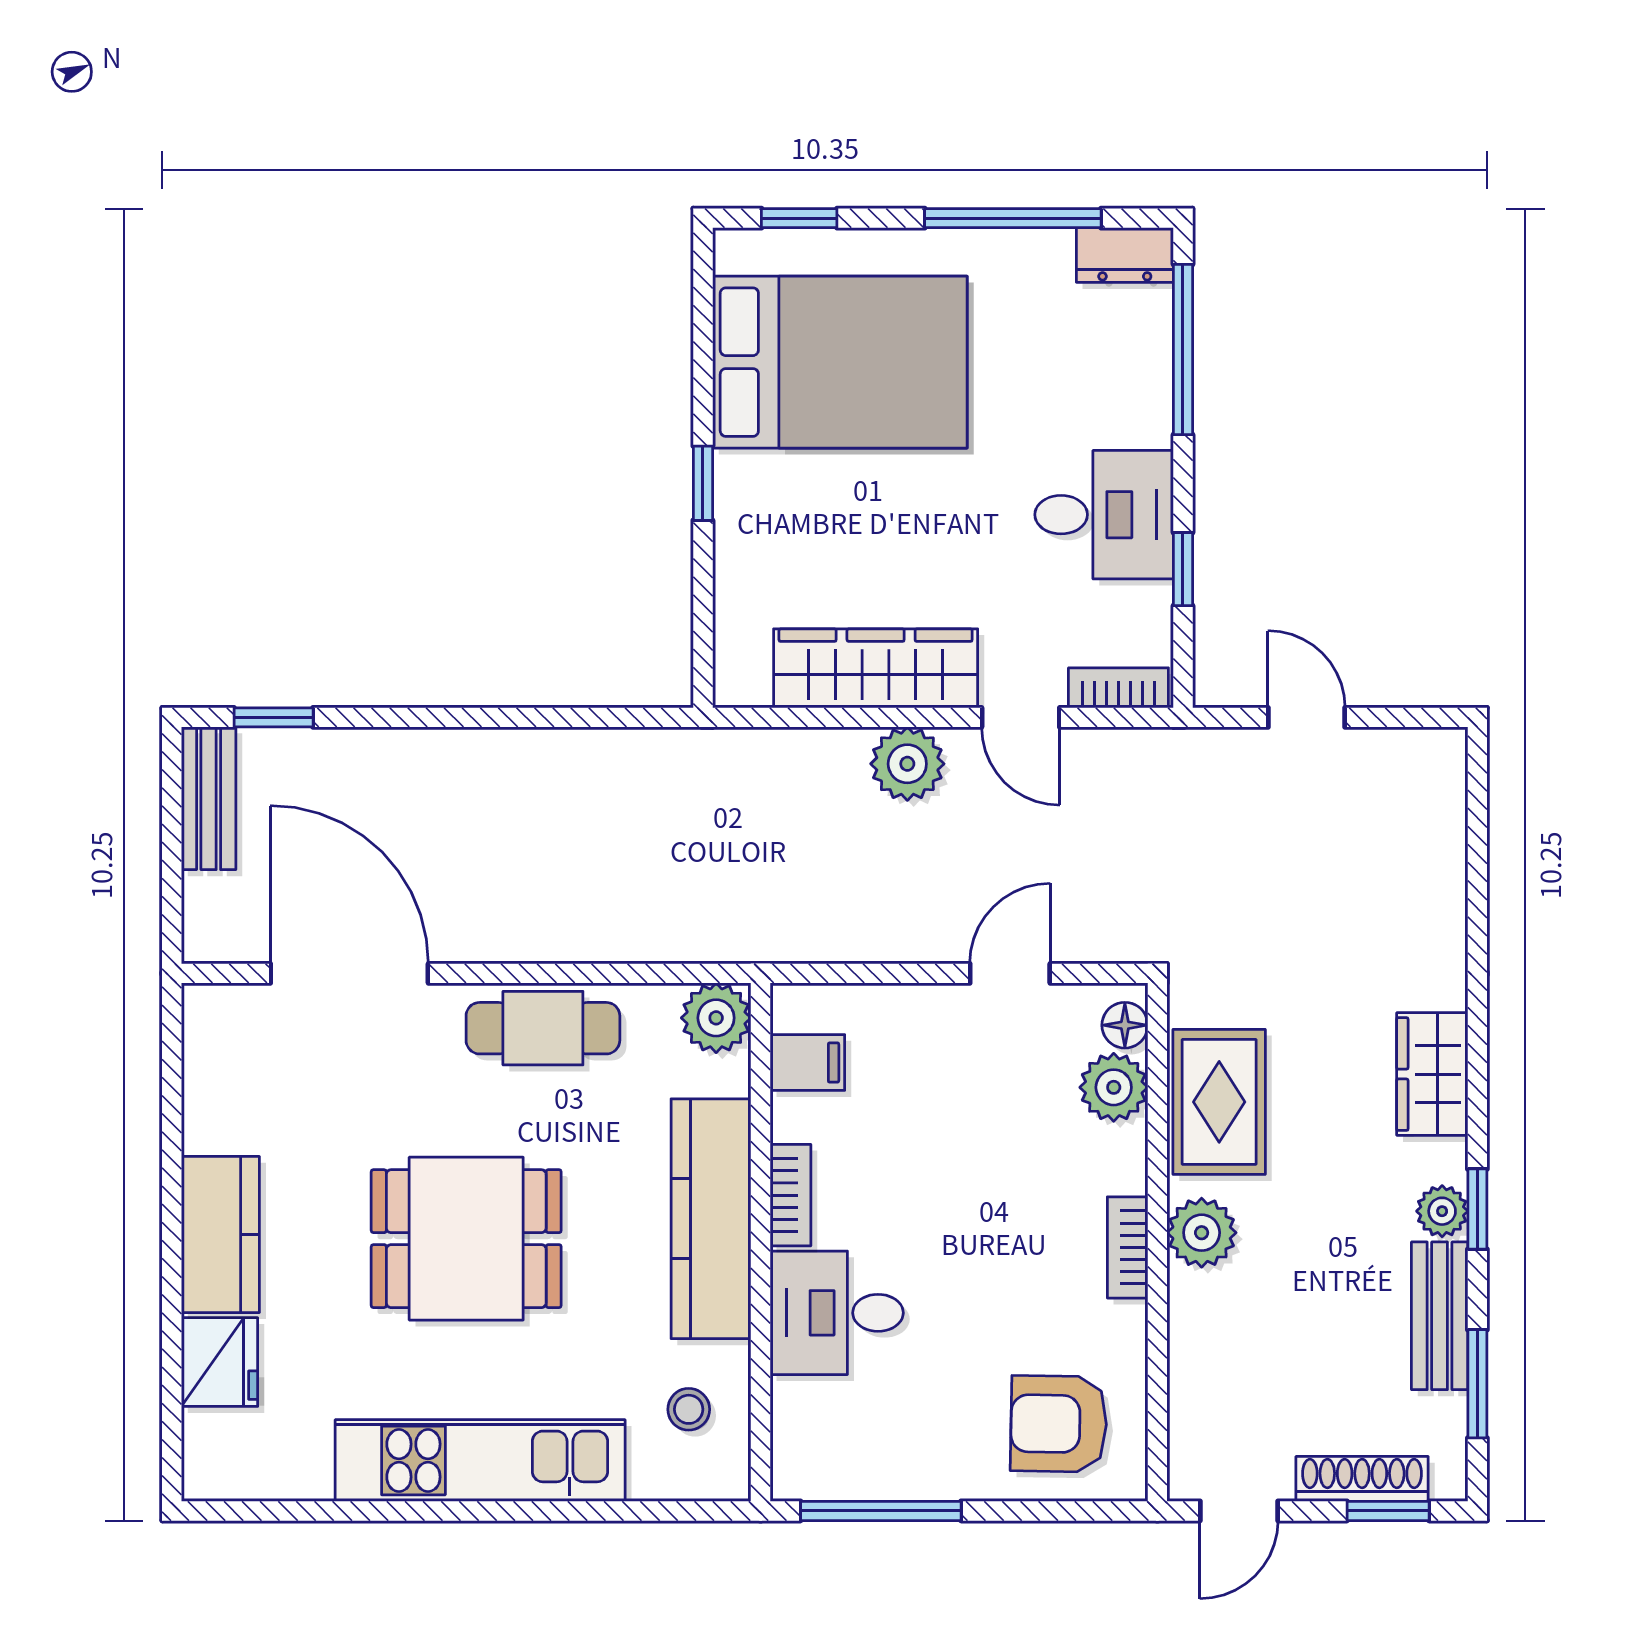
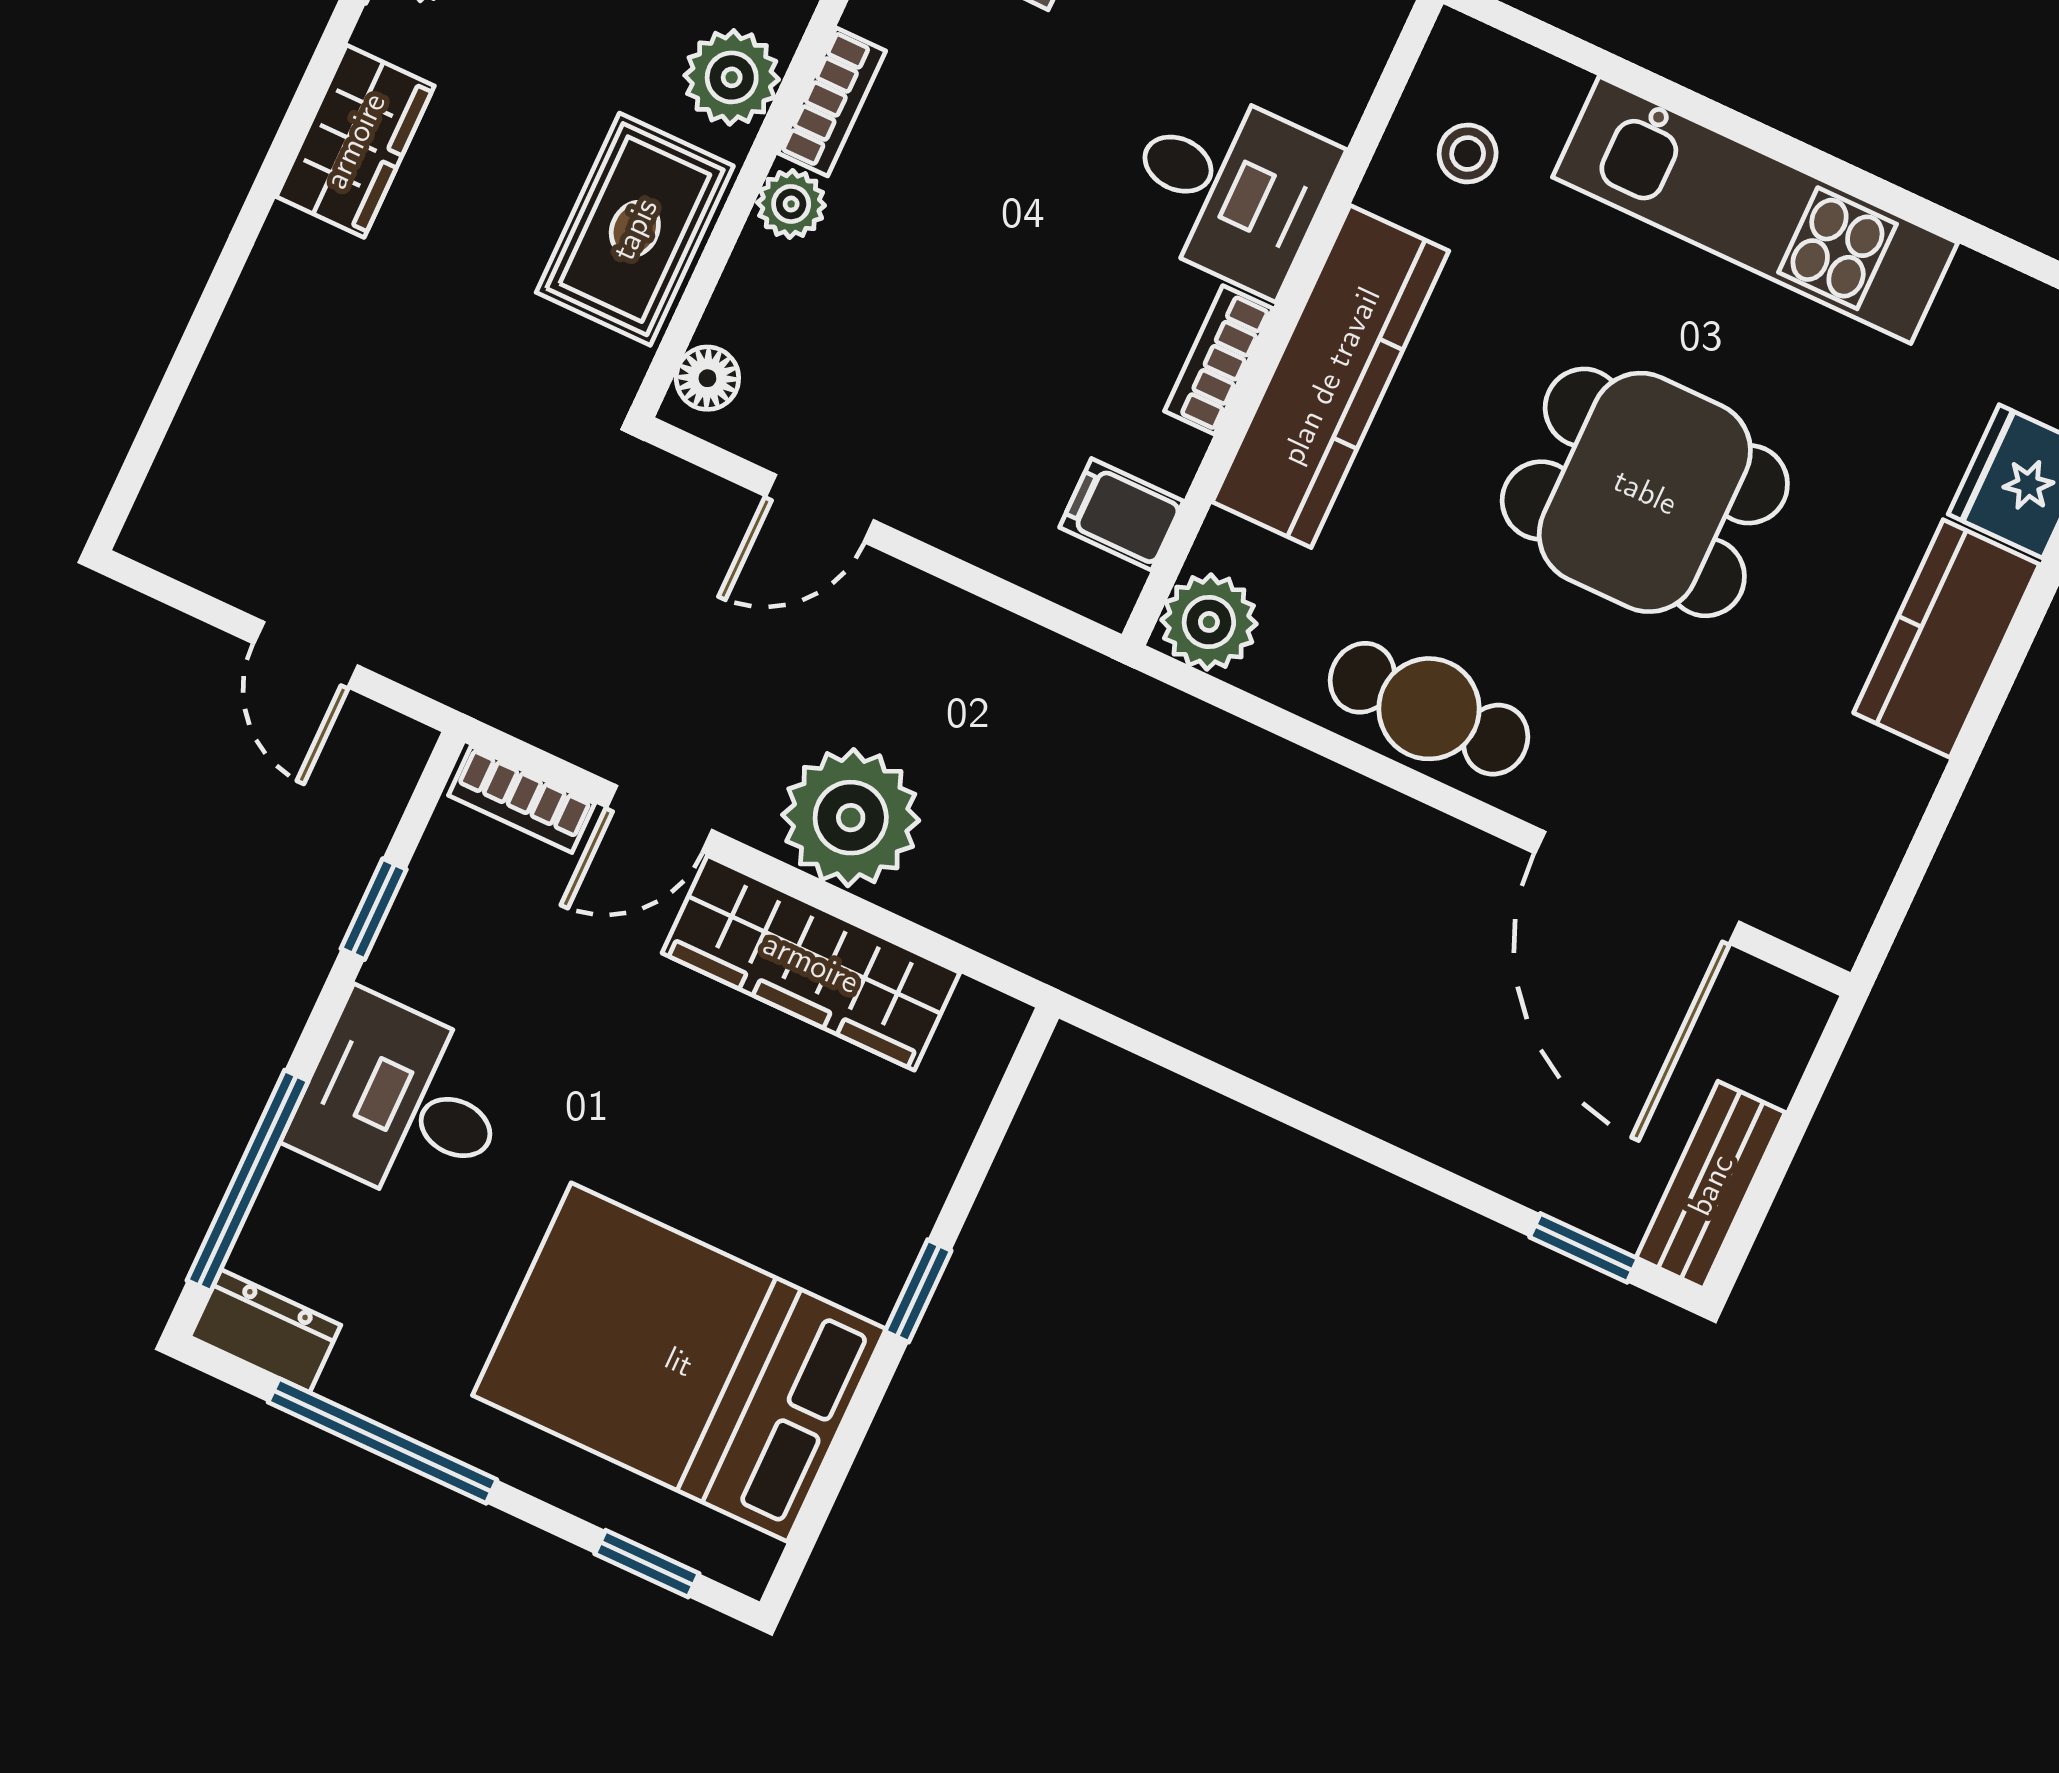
desk: (1104, 515) -> (402, 1103), moved
door: (1021, 717) -> (660, 819), swing flipped
plant: (907, 764) -> (851, 818), width x1.36, depth x1.36
plant: (1114, 1087) -> (791, 204), moved, width x0.73, depth x0.73

